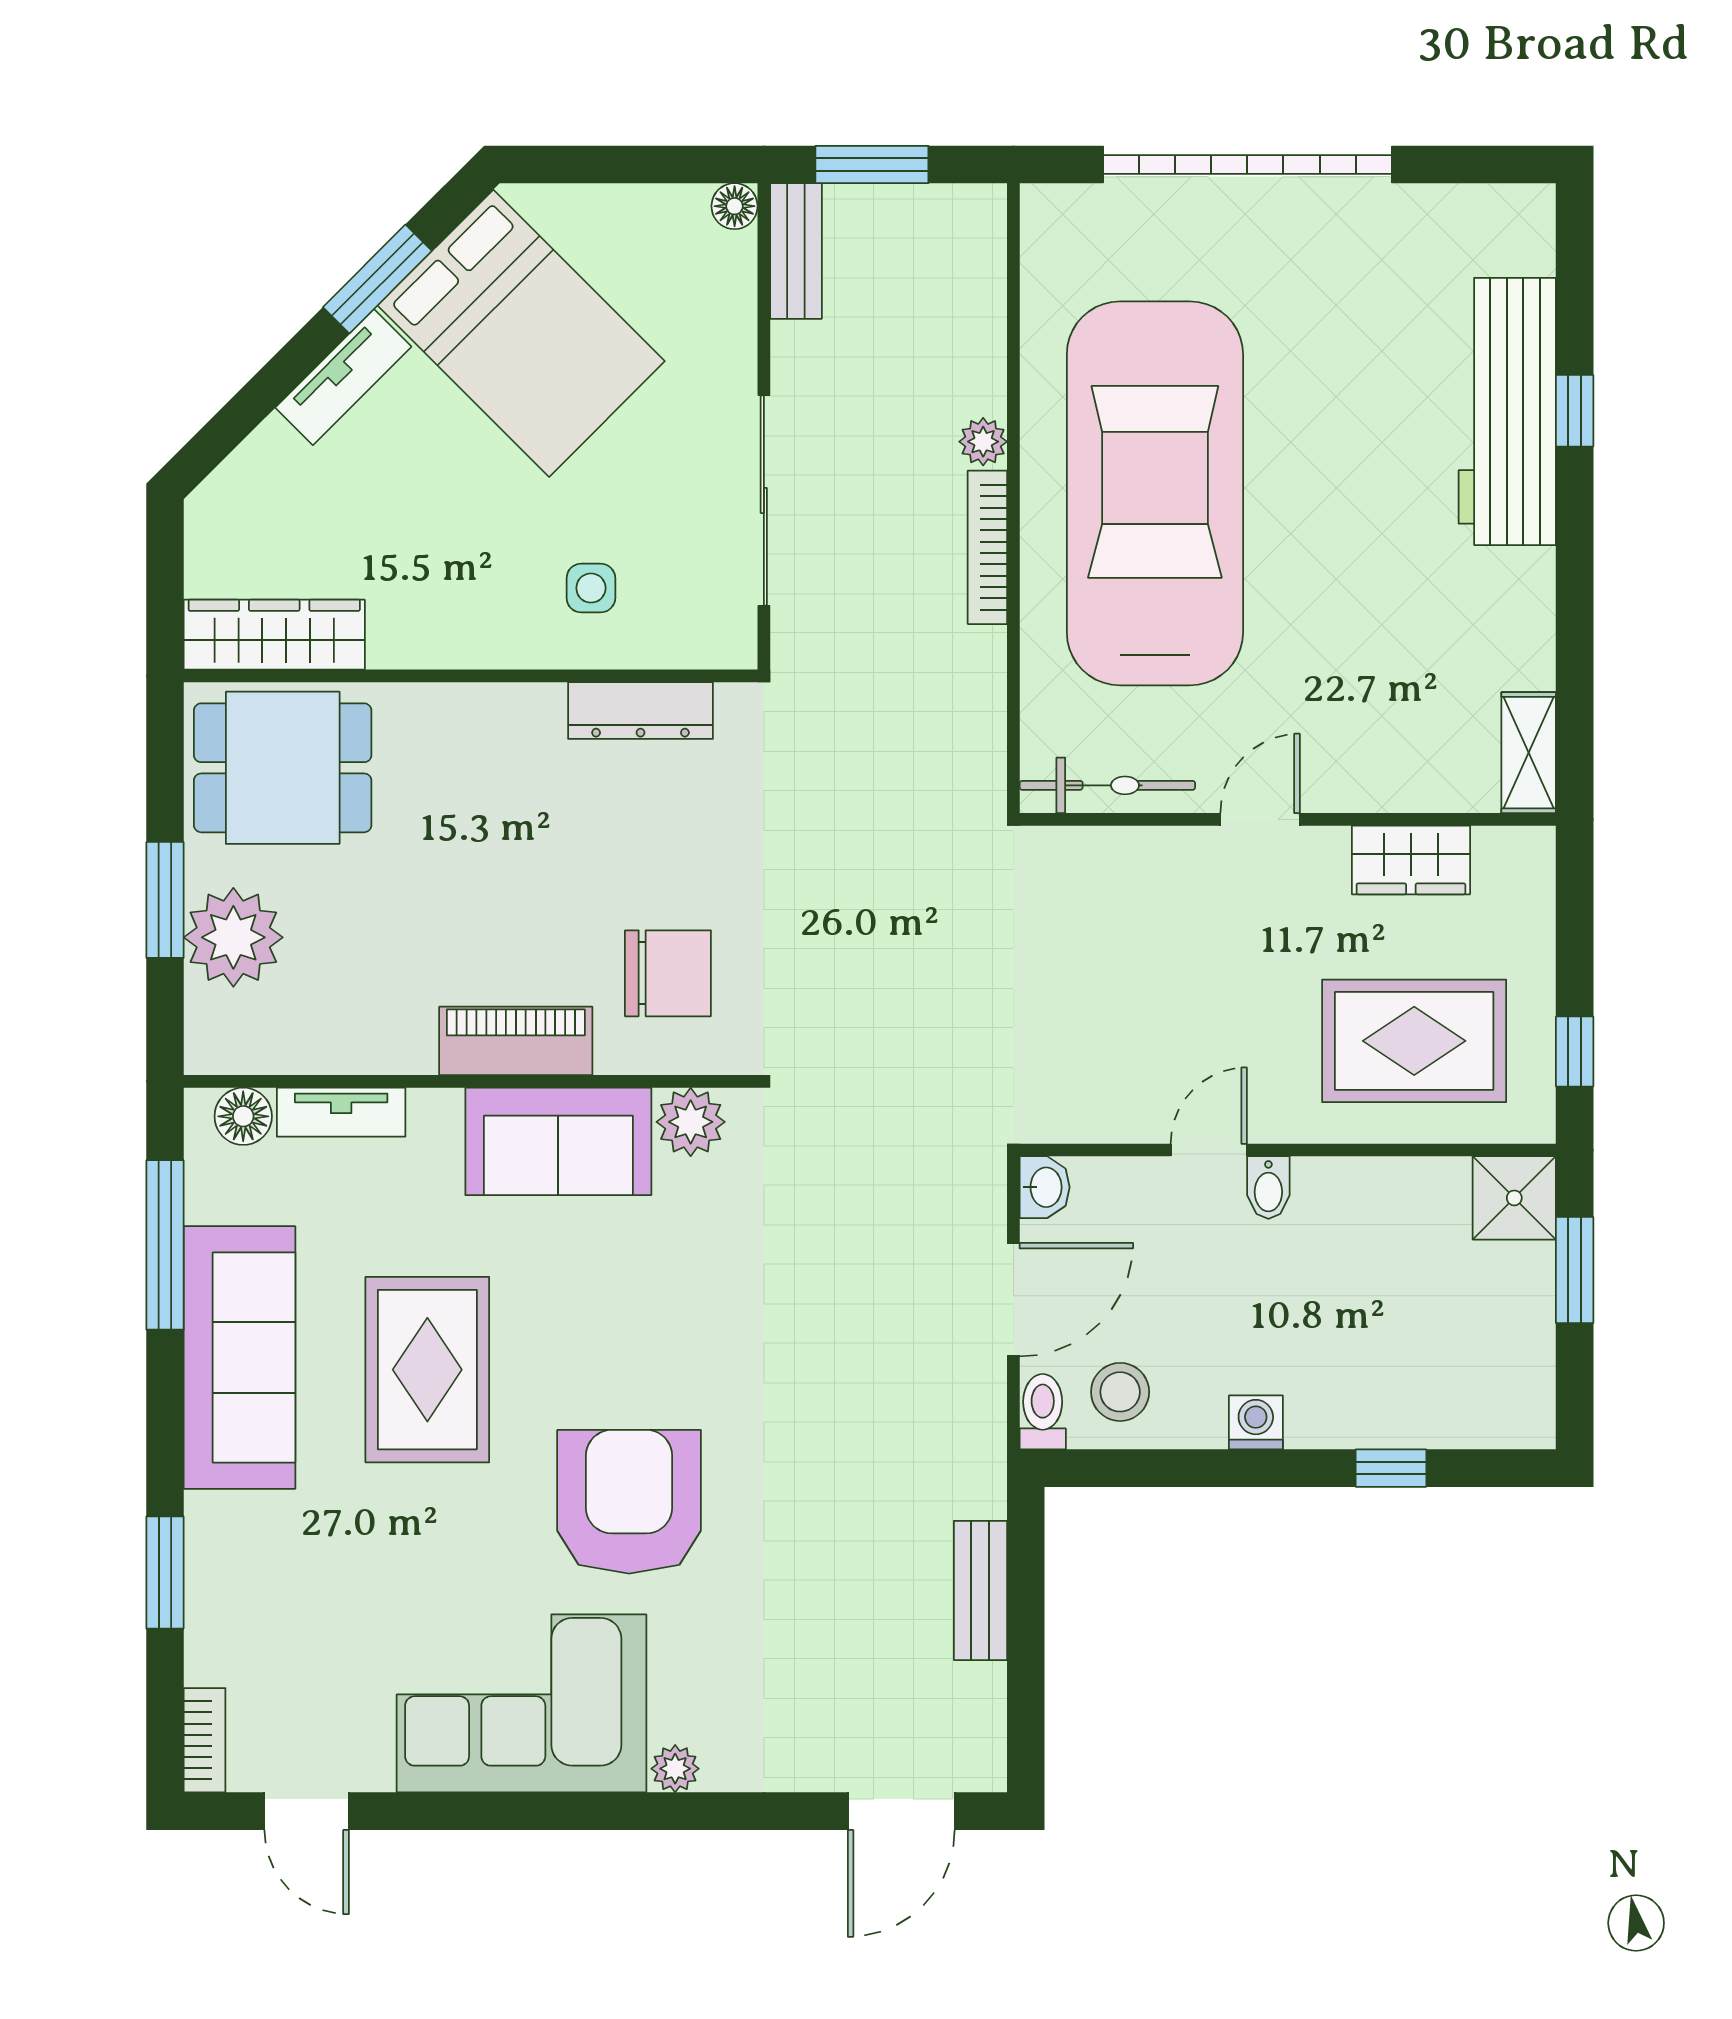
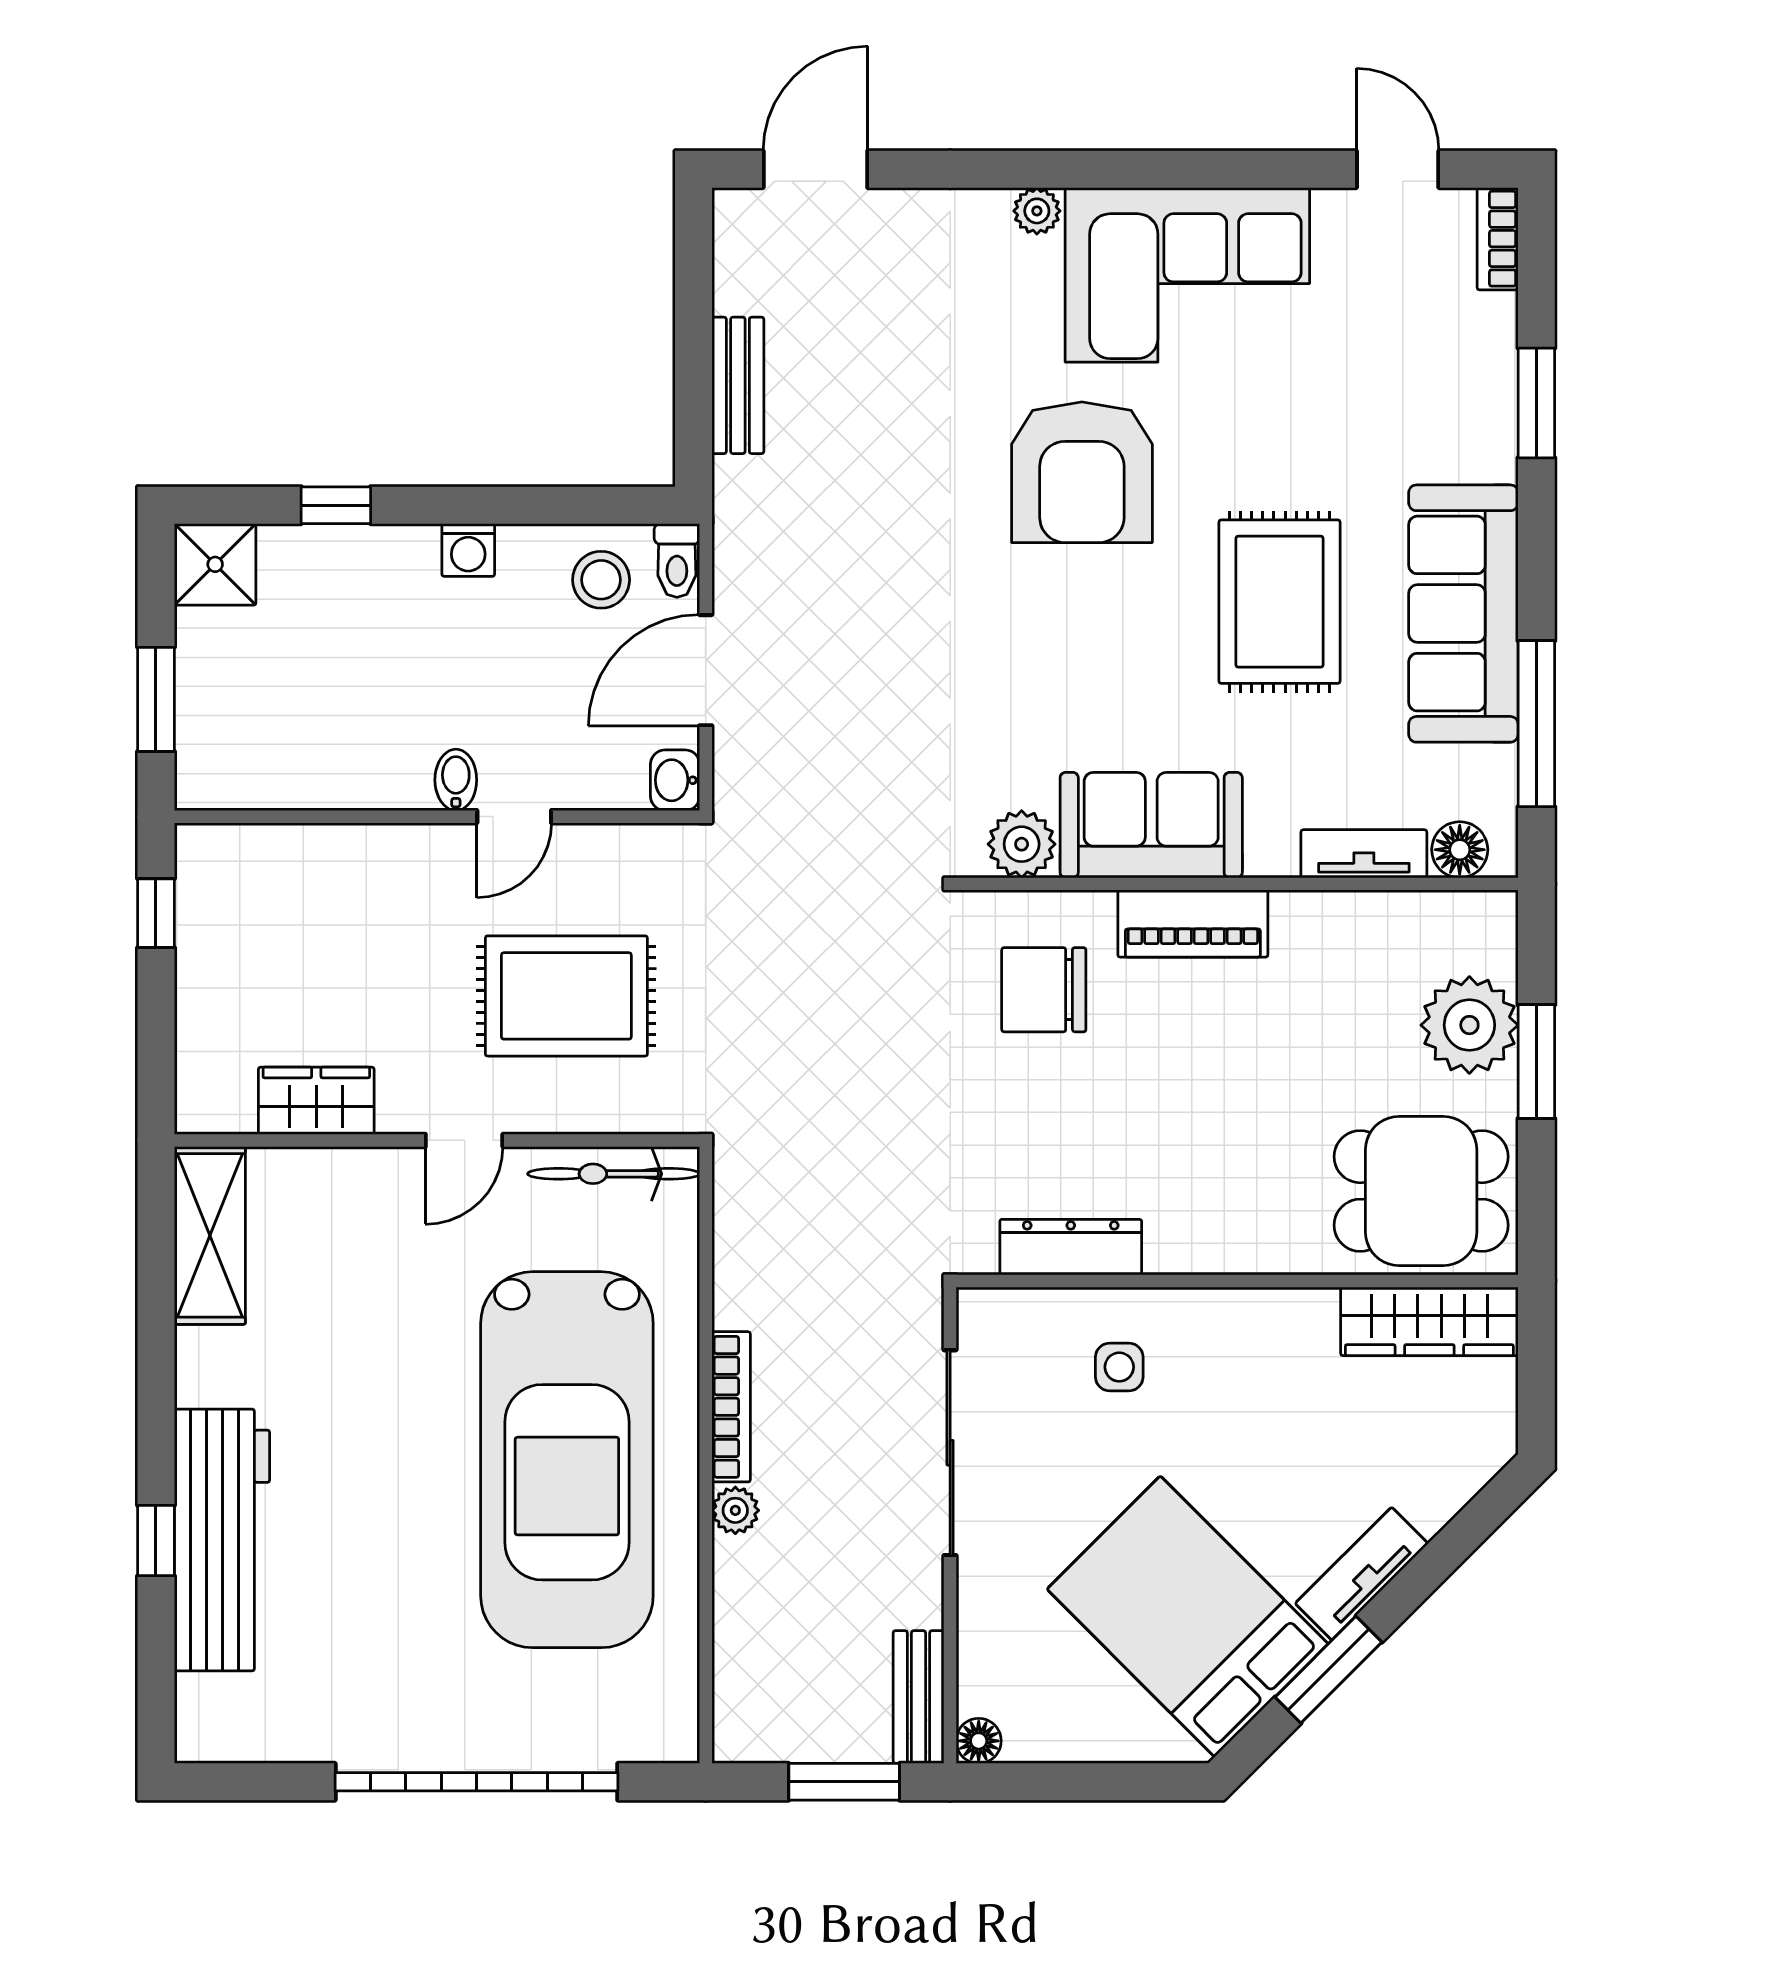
shelving: (1529, 753) -> (210, 1235), width x1.50, depth x1.33
rug: (1414, 1041) -> (566, 996), moved
shower: (1514, 1198) -> (215, 564), moved

